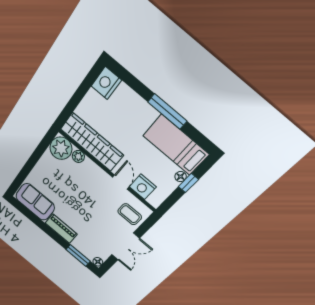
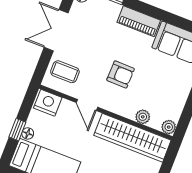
plant: (61, 148) -> (169, 127), width x0.53, depth x0.53
nightstand: (143, 187) -> (48, 103), moved
armchair: (86, 196) -> (121, 74), added

